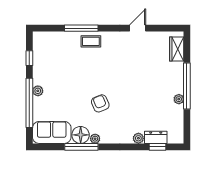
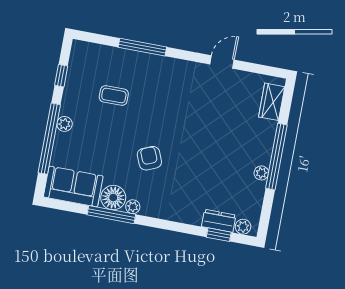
coffee table: (91, 41) -> (114, 96), moved
plant: (138, 138) -> (243, 227), moved

